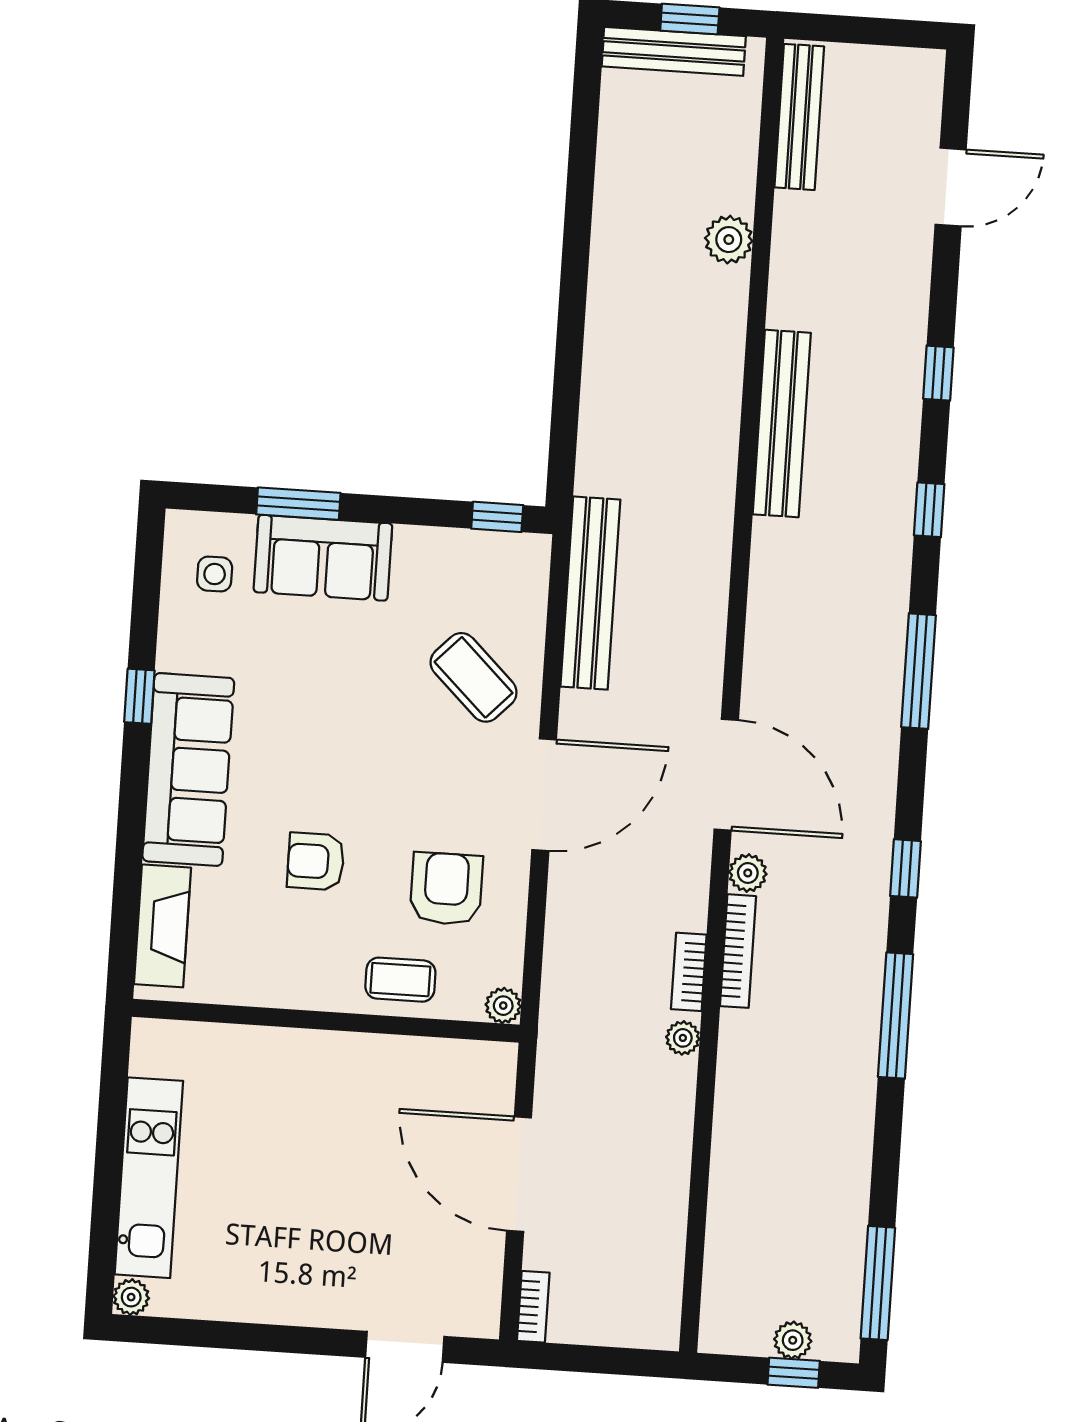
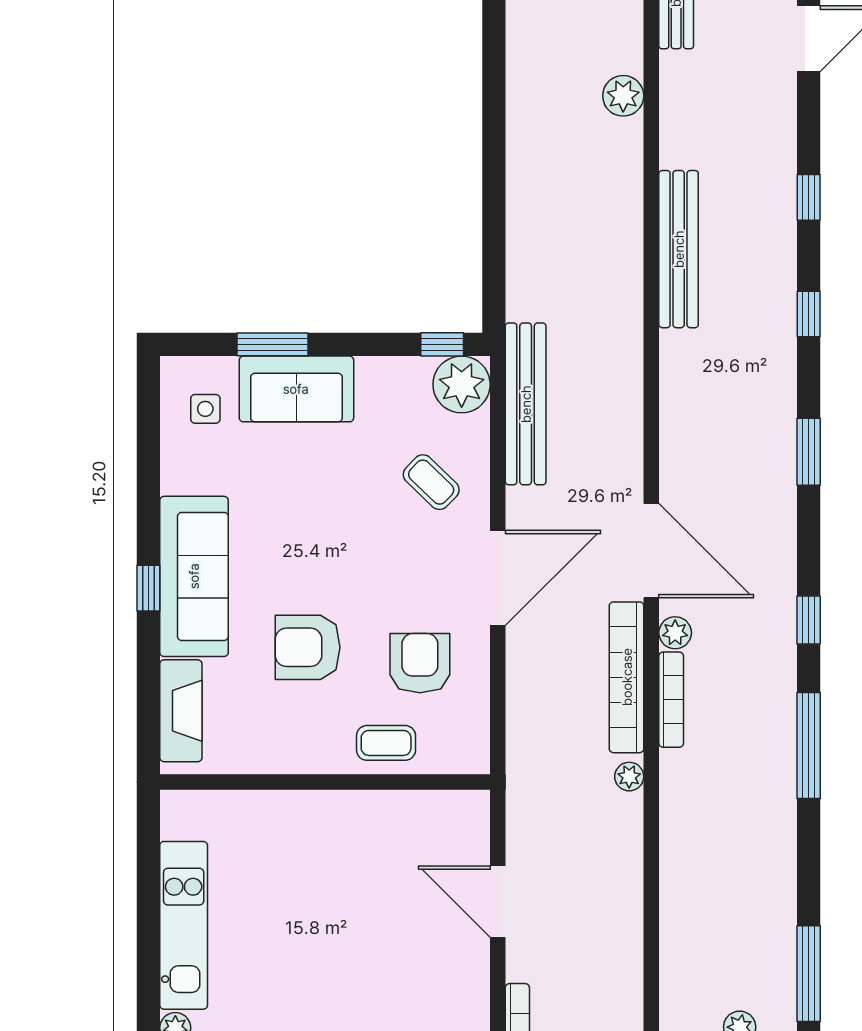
window: (918, 671) -> (809, 452), width x0.69
coffee table: (474, 677) -> (431, 482), width x0.73, depth x0.77
window: (139, 696) -> (148, 588), moved
armchair: (316, 861) -> (308, 647), width x1.38, depth x1.38
bookcase: (689, 972) -> (627, 677), width x2.31, depth x1.31
plant: (503, 1006) -> (462, 384), moved, width x1.88, depth x1.88
door: (519, 1174) -> (498, 902), width x0.73

